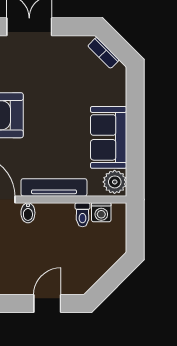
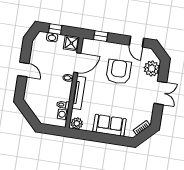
sofa: (109, 137) -> (110, 125), moved
door: (47, 304) -> (23, 70), moved

